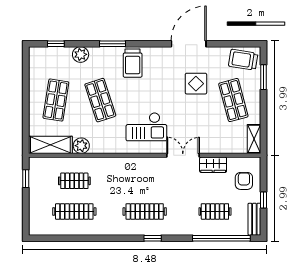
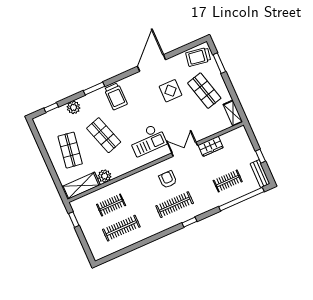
armchair: (244, 181) -> (168, 179), moved

